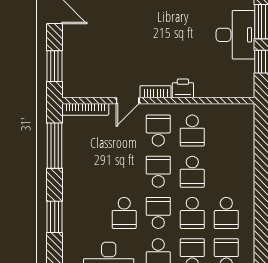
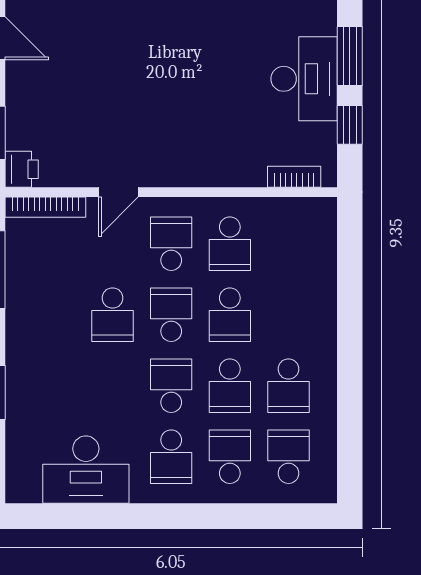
printer: (183, 88) -> (22, 169), moved, turned 90
bookcase: (156, 92) -> (294, 177), moved
school desk: (124, 213) -> (113, 315), moved

